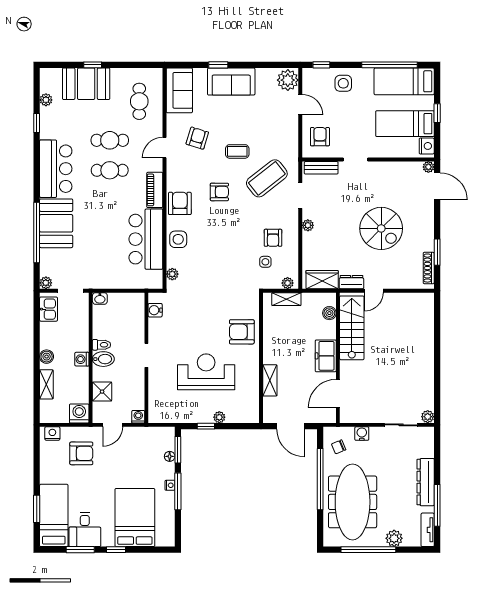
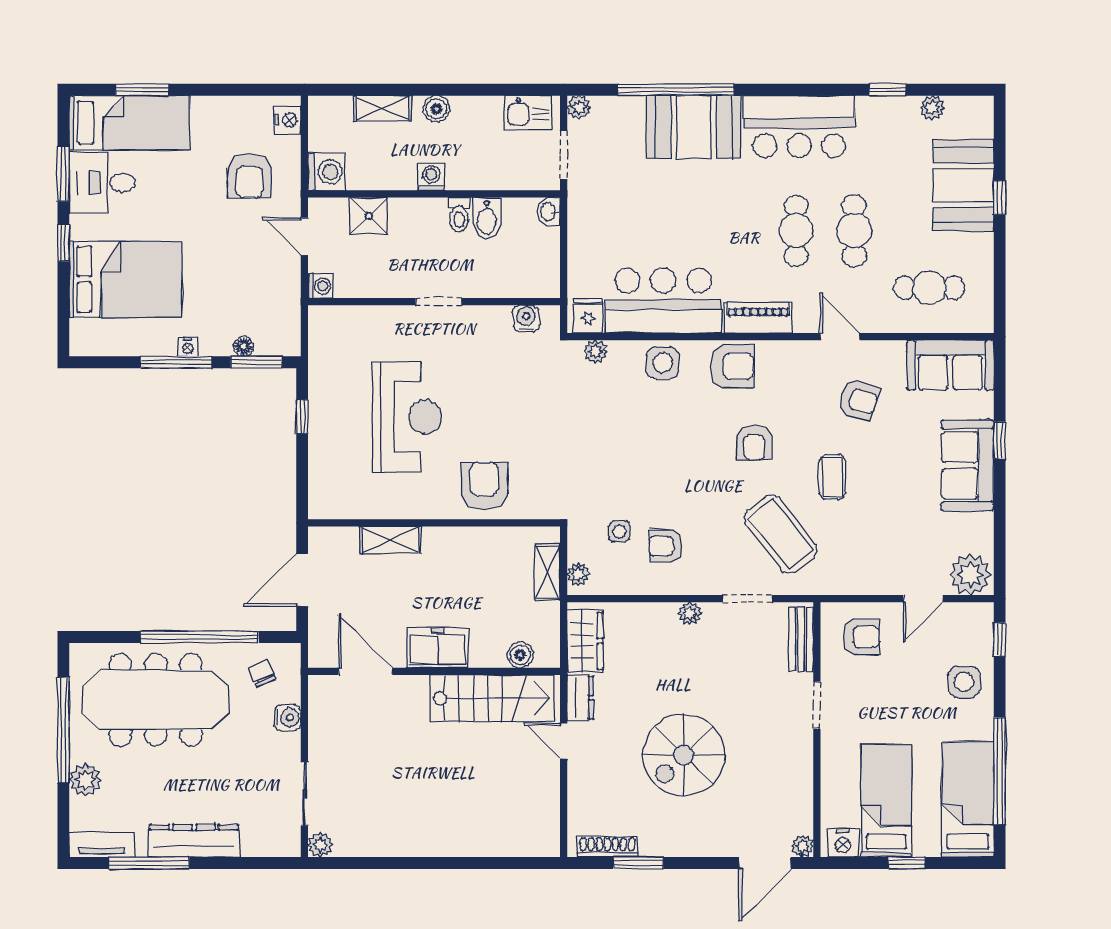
fridge: (154, 278) -> (588, 316), added
bidet: (103, 359) -> (487, 218), moved
plant: (219, 417) -> (319, 442), removed

